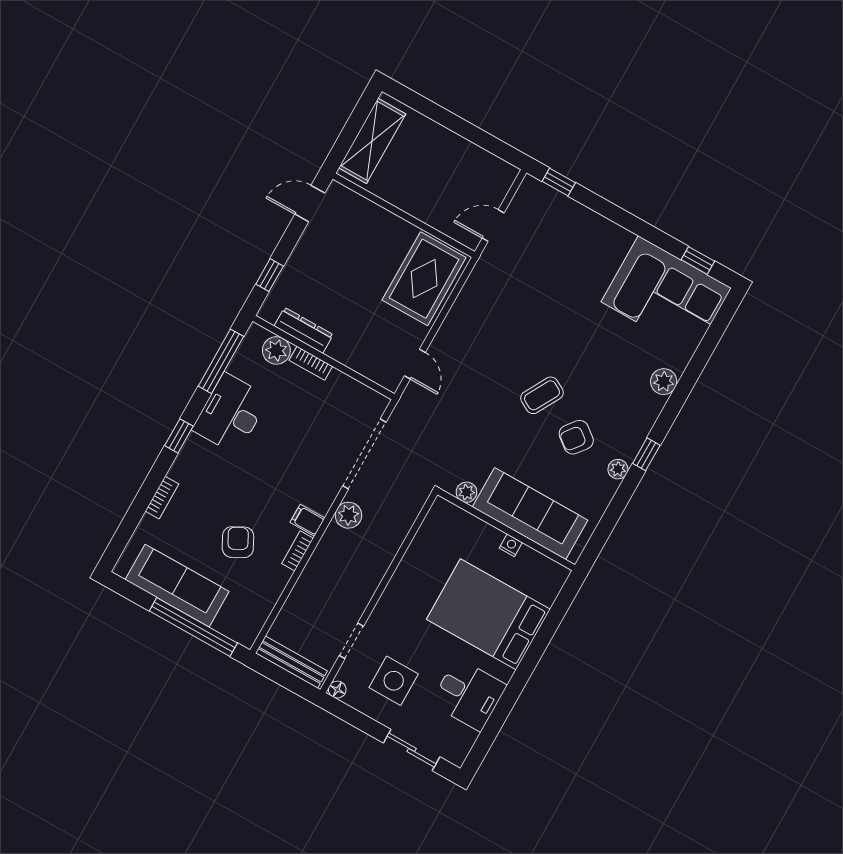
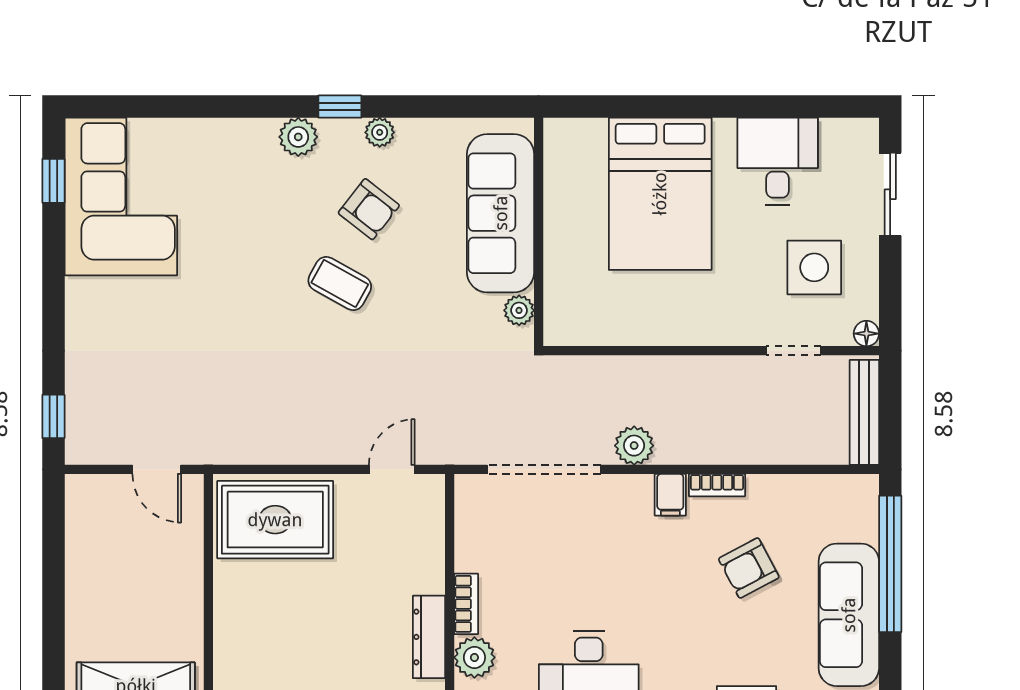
plant: (664, 382) -> (298, 137), moved
nightstand: (511, 545) -> (555, 215), removed

